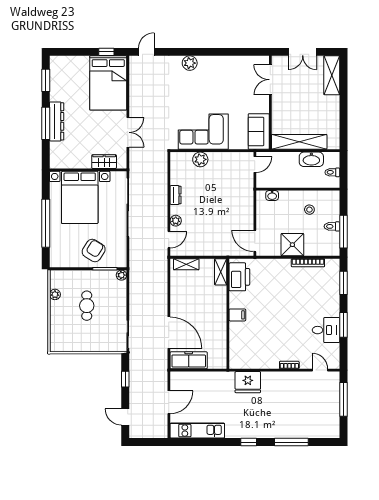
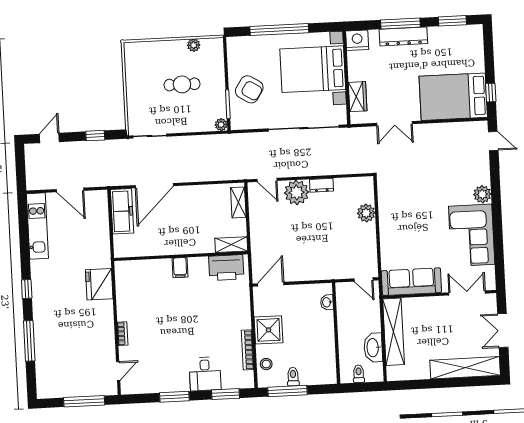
shelving: (332, 75) -> (465, 368), width x1.47
sofa: (259, 131) -> (411, 282), width x1.36
corner sofa: (203, 132) -> (472, 235), moved, turned 180
nightstand: (58, 160) -> (357, 40), added
stool: (309, 210) -> (266, 364), moved
plant: (176, 221) -> (297, 192), width x1.88, depth x1.88
desk: (326, 330) -> (205, 374), moved

